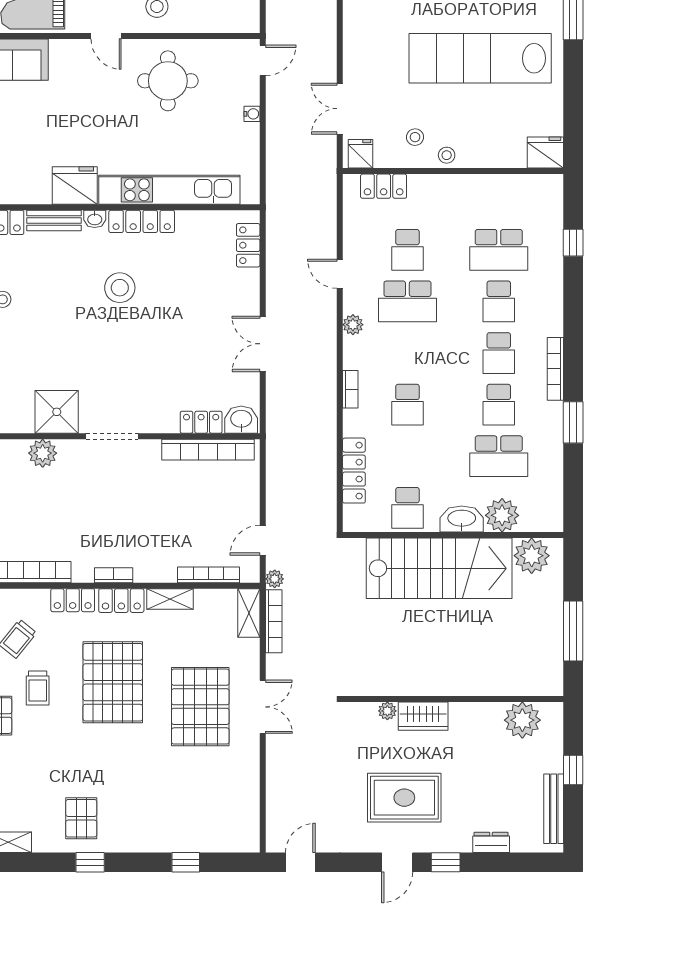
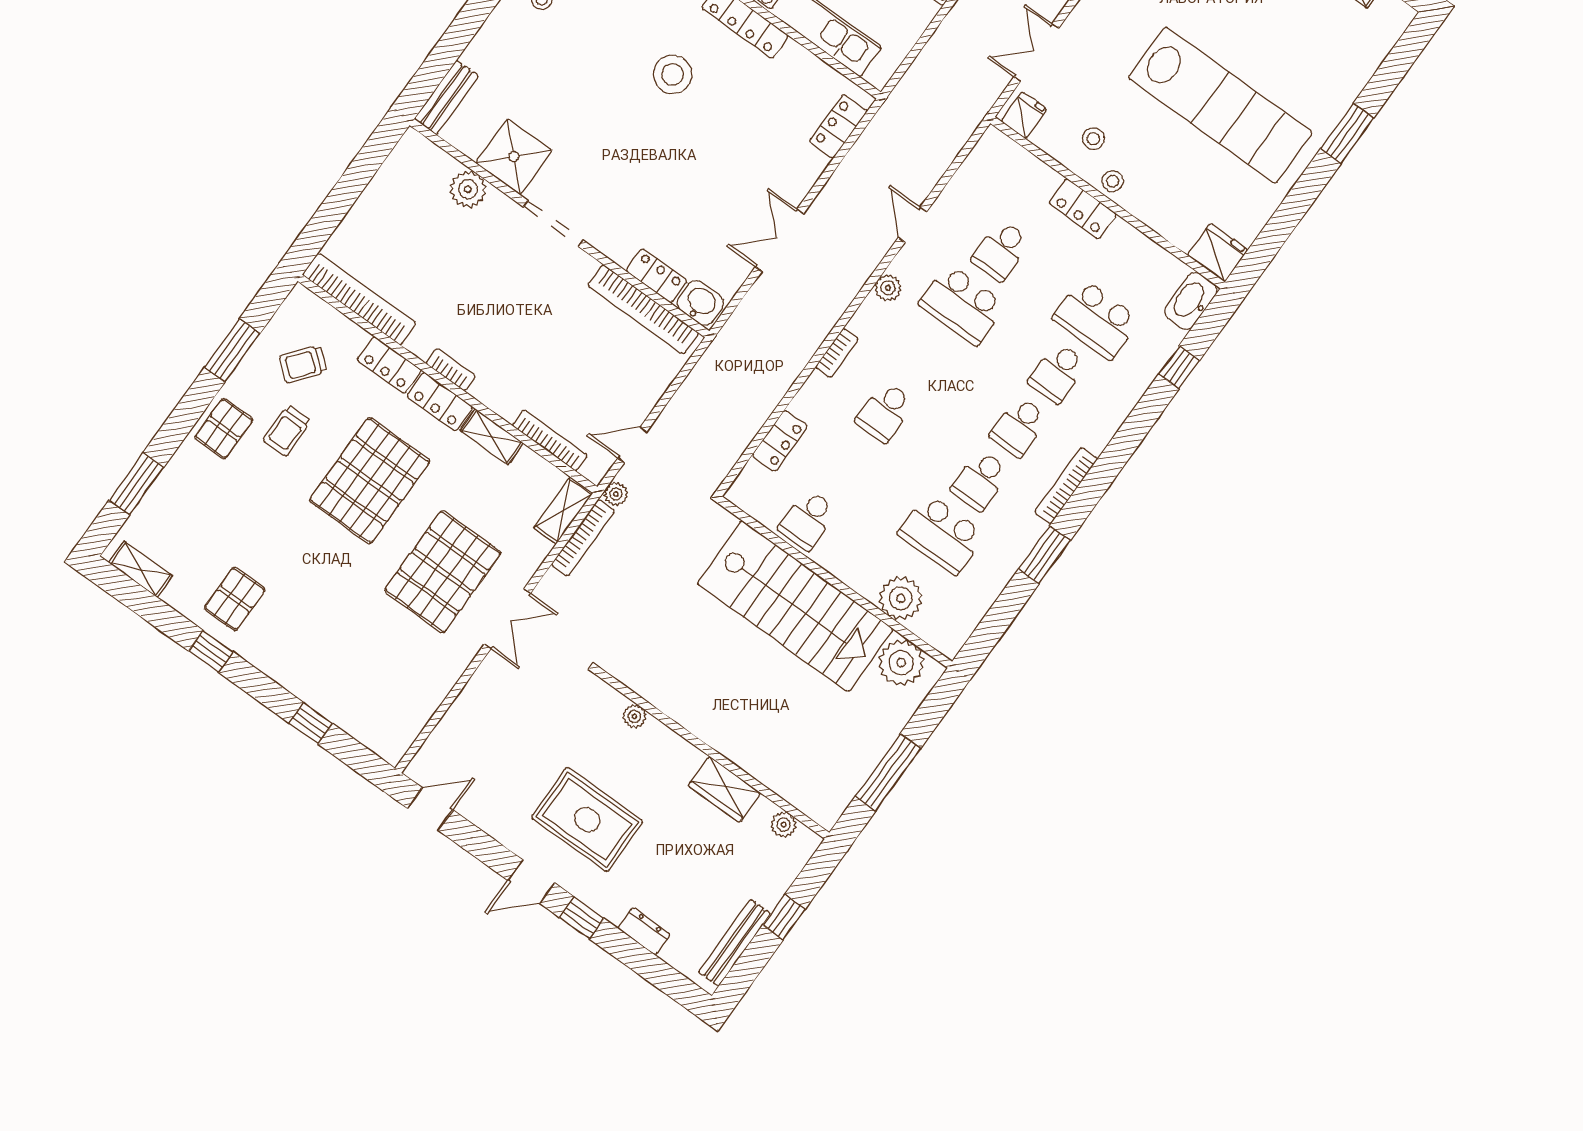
lab bench: (480, 58) -> (1220, 105), turned 180
locker: (384, 186) -> (1083, 209), moved
locker: (354, 471) -> (780, 441), width x0.66
washbasin: (462, 519) -> (1191, 301), moved, turned -90
wardrobe: (423, 716) -> (724, 789), moved
plant: (522, 720) -> (784, 825), width x0.53, depth x0.53

